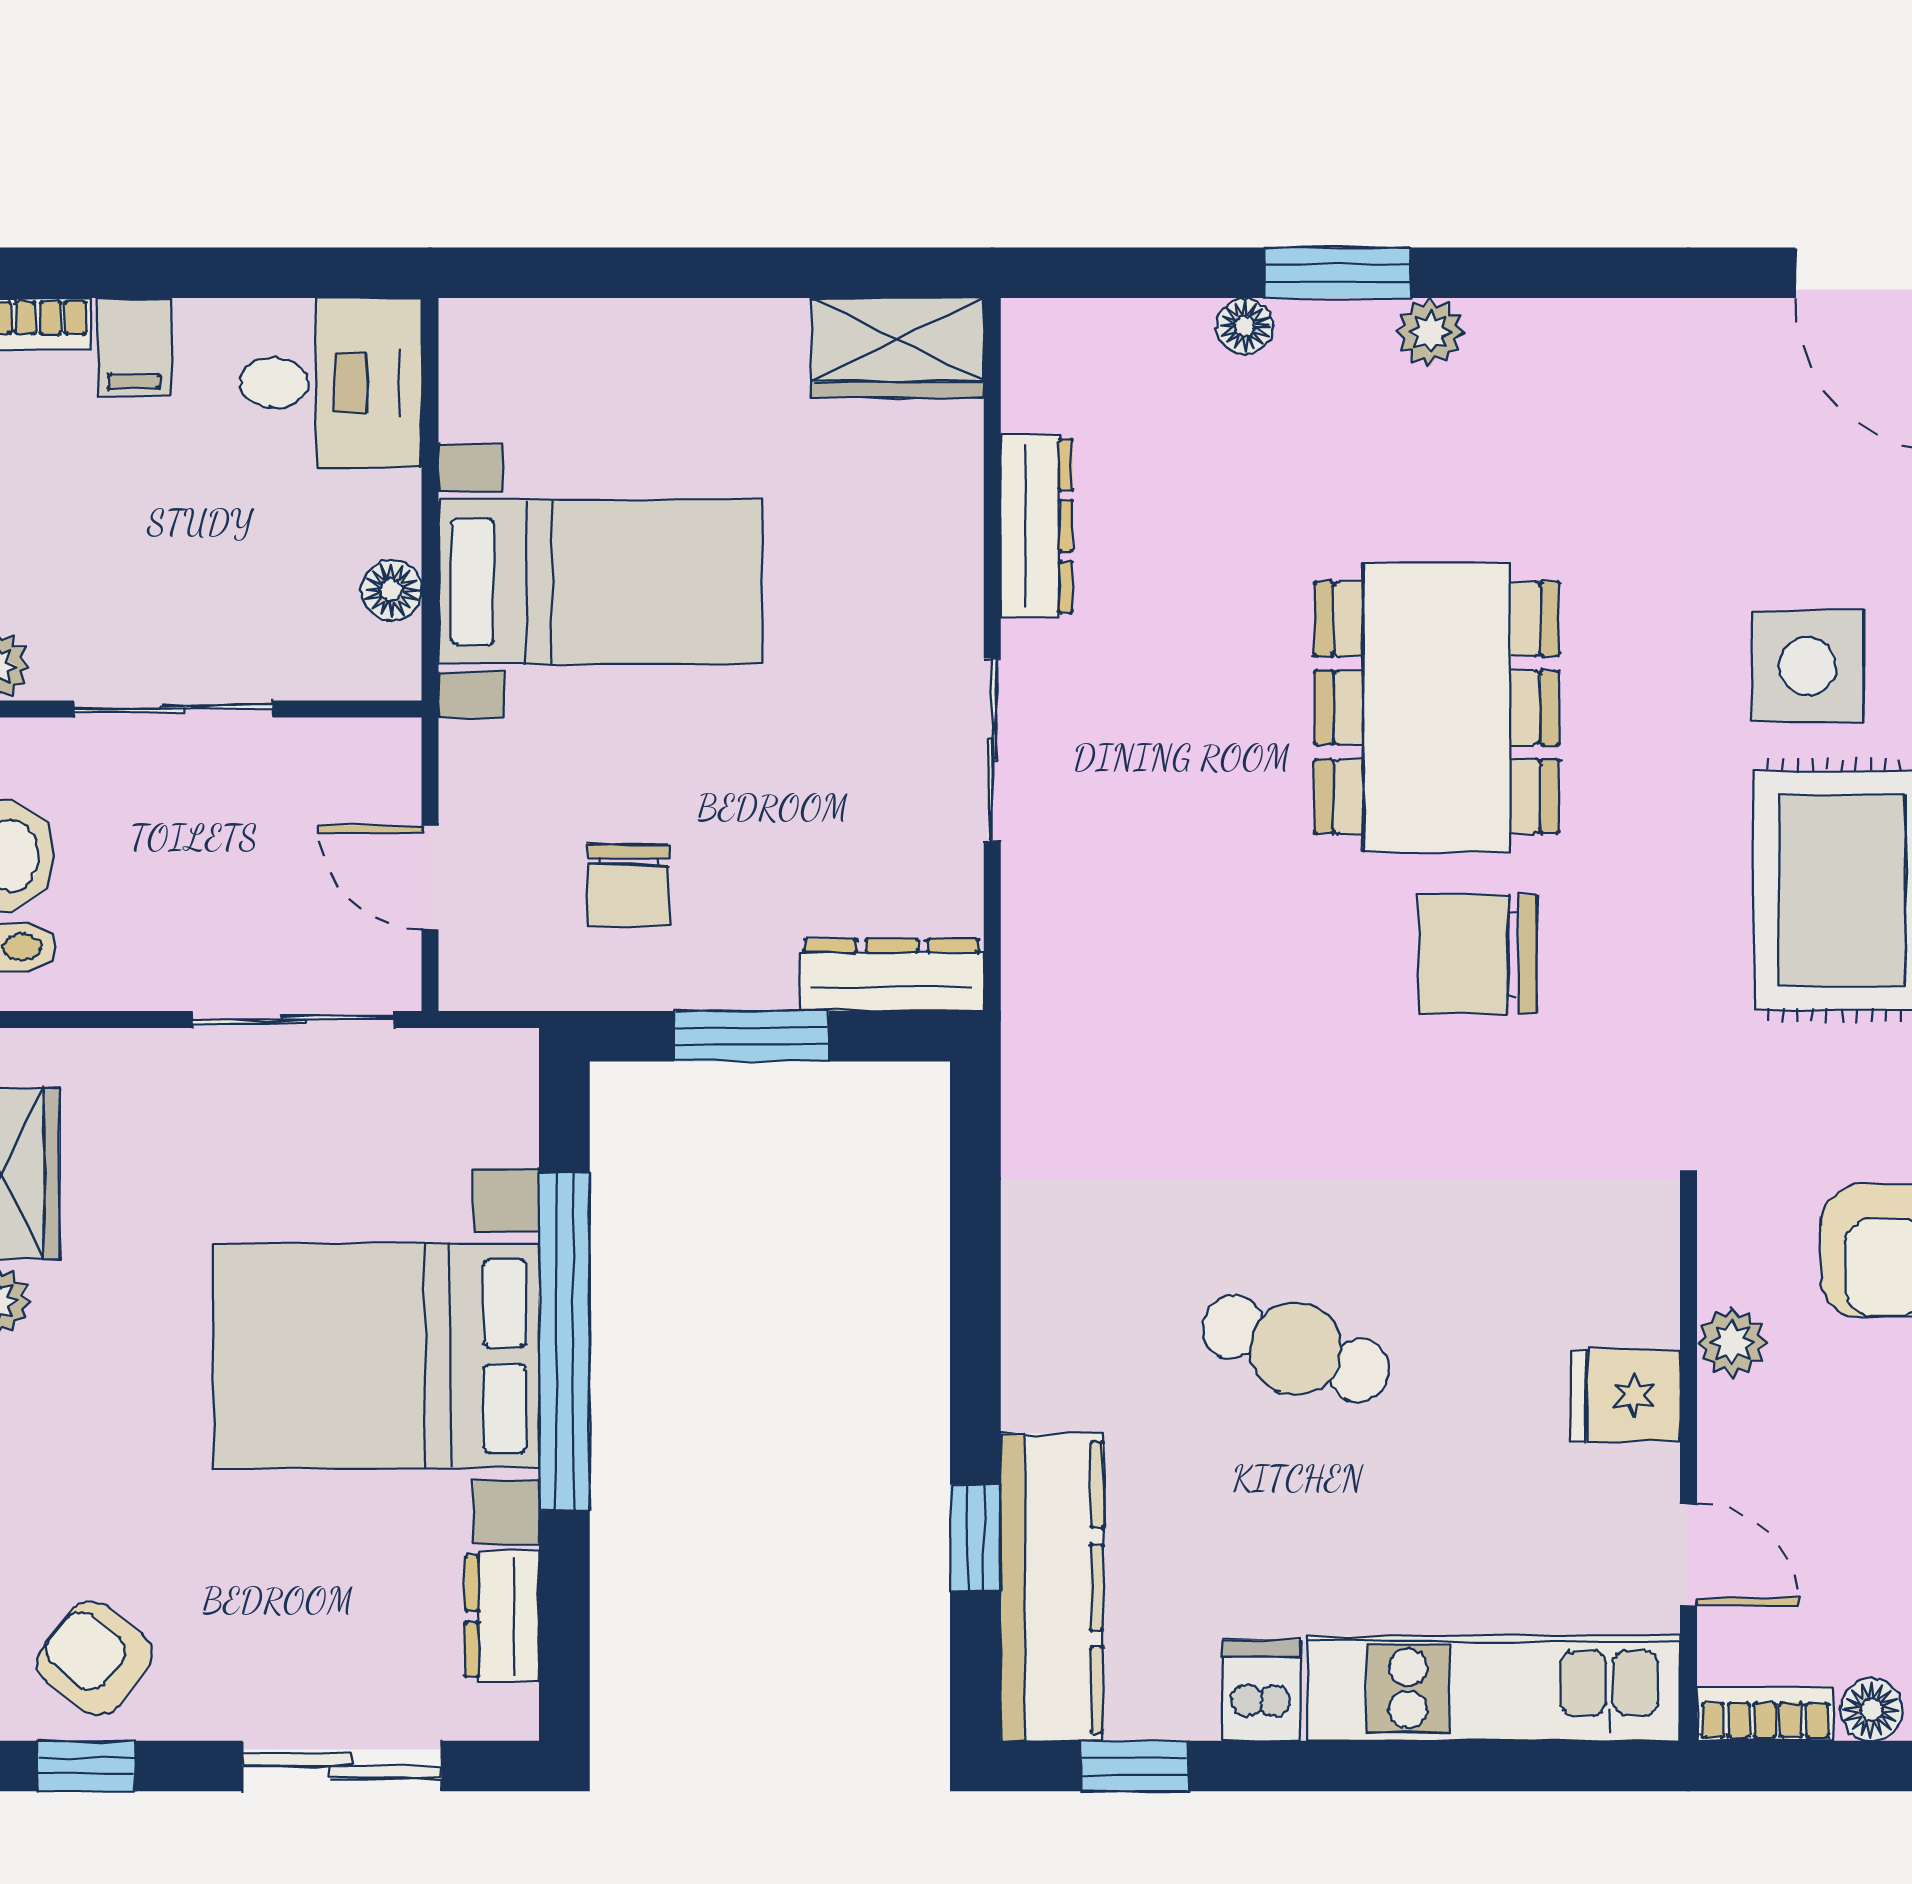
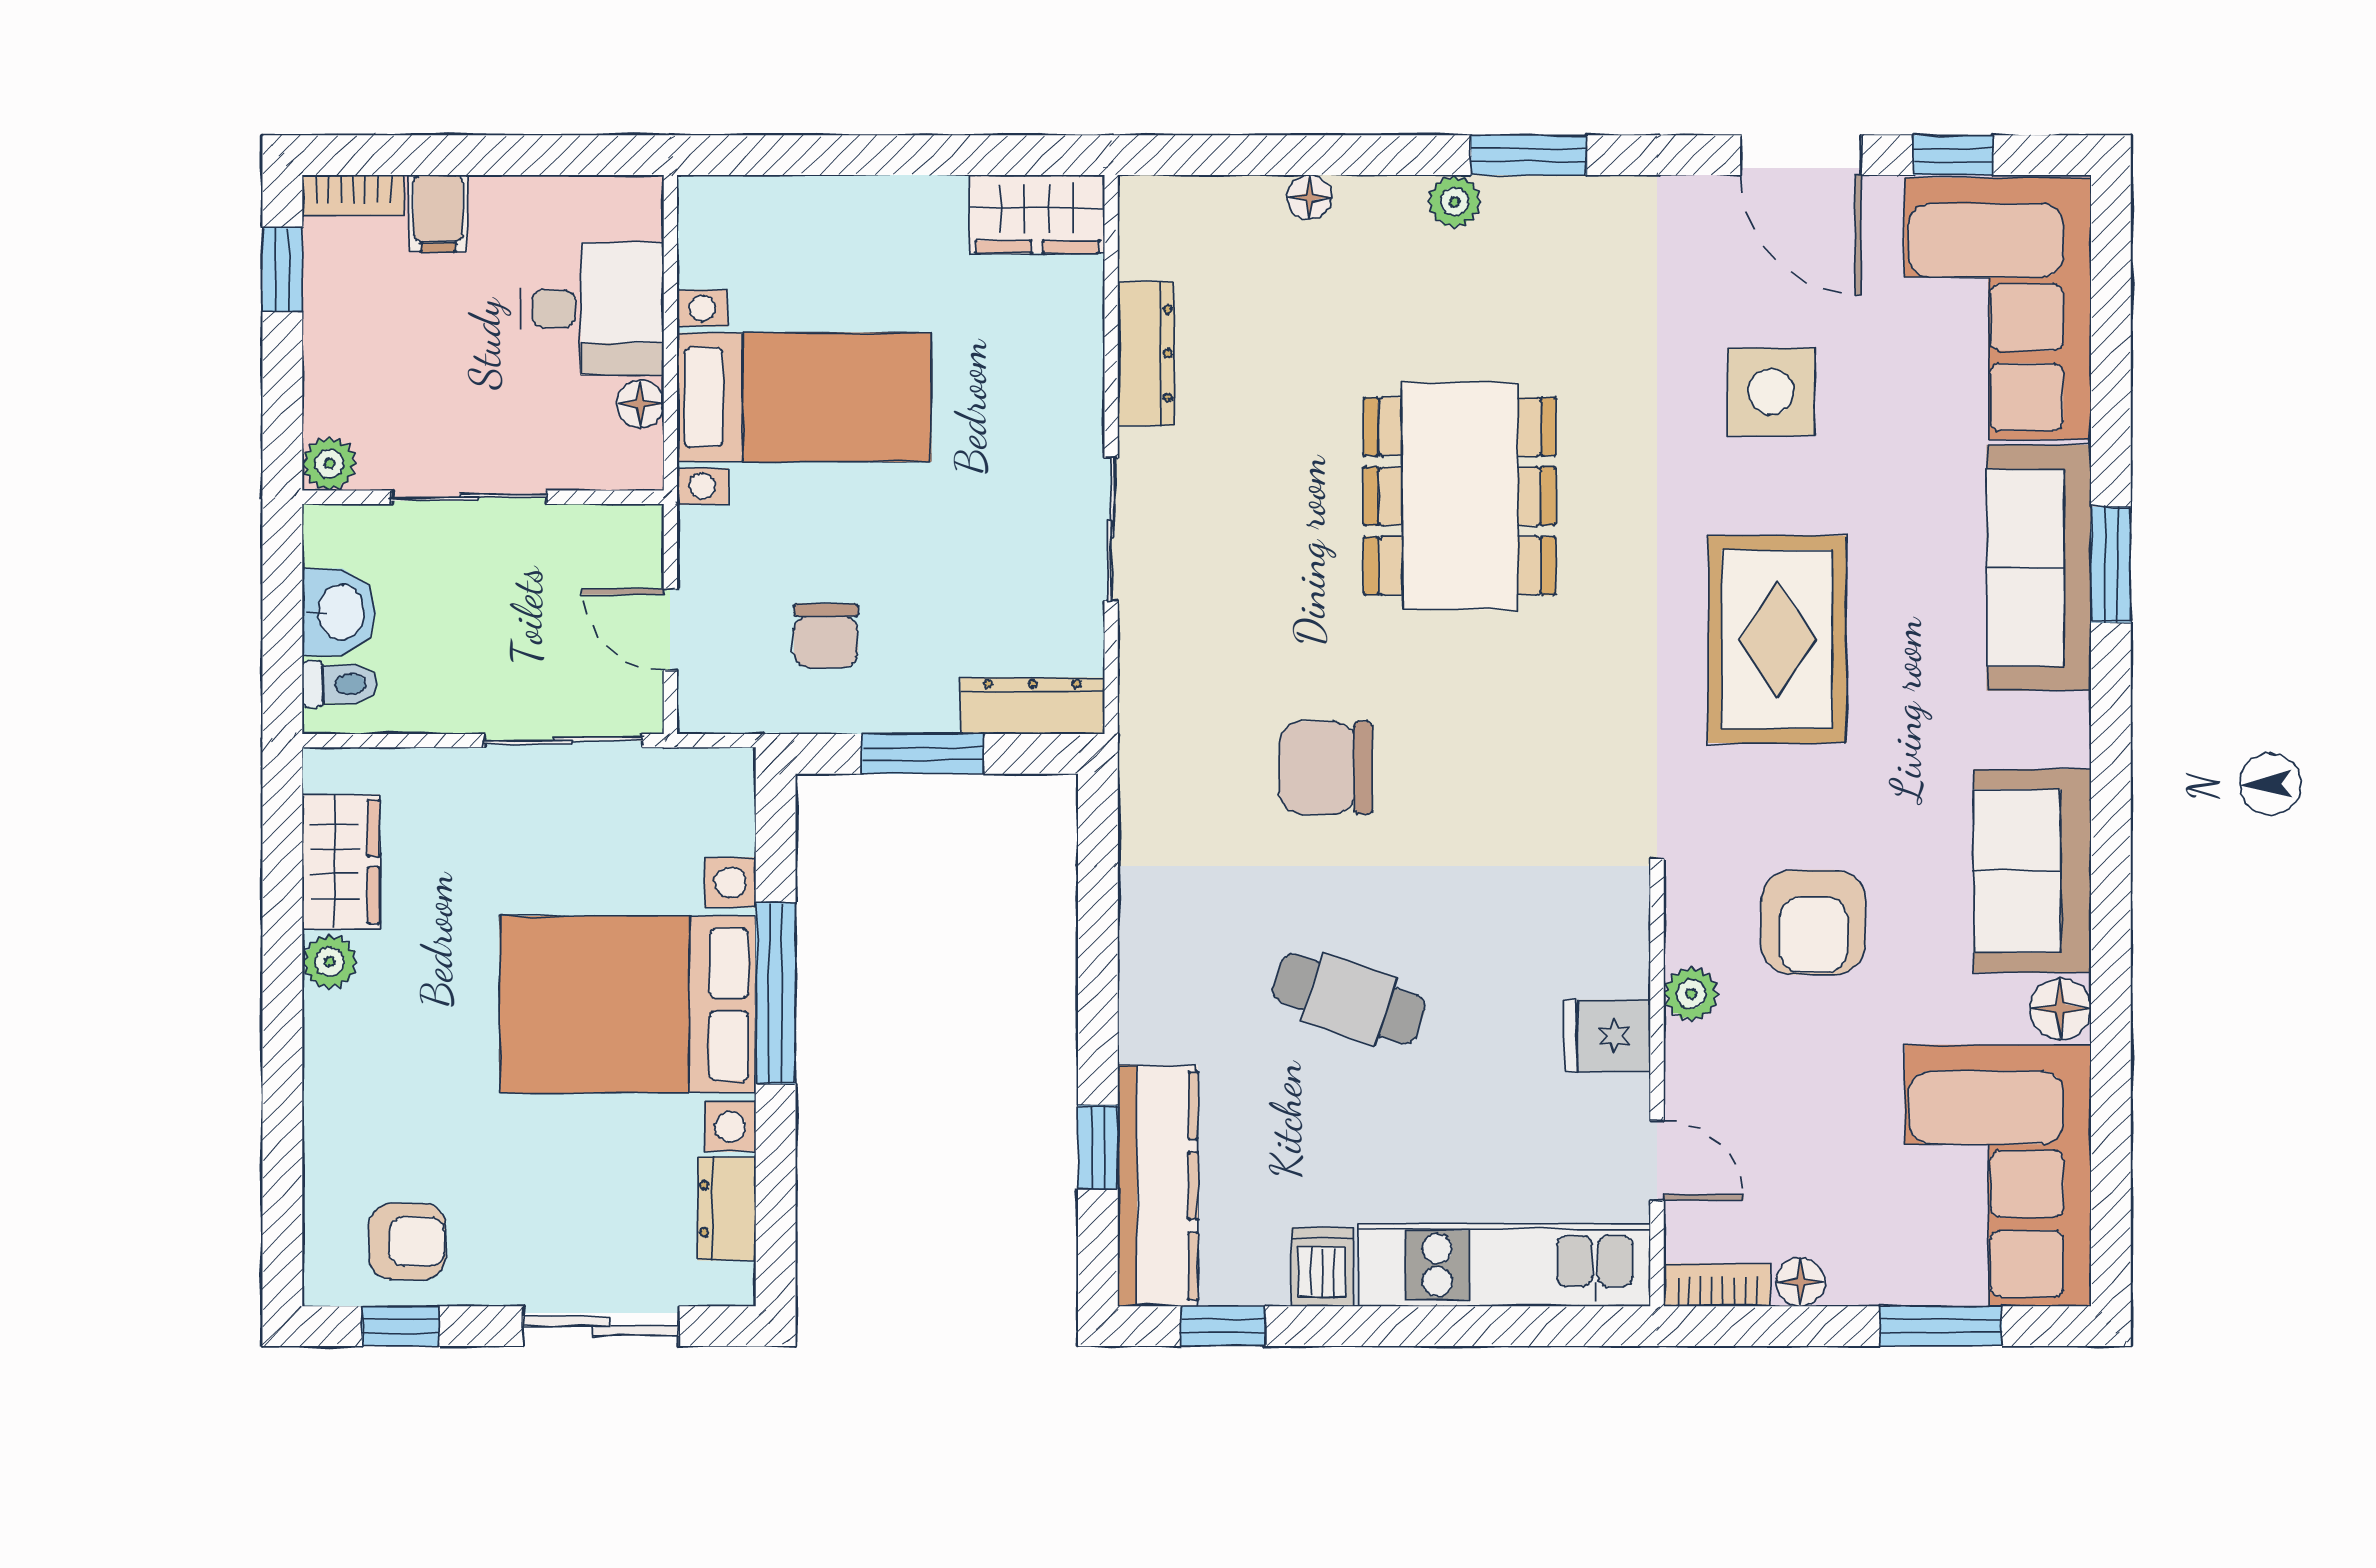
window: (1337, 273) -> (1529, 155), moved
desk: (331, 382) -> (592, 309), moved
side table: (1808, 666) -> (1771, 392), moved
chair: (1478, 954) -> (1326, 768), moved
window: (564, 1342) -> (776, 993), width x0.68
armchair: (95, 1658) -> (407, 1241), turned 141

